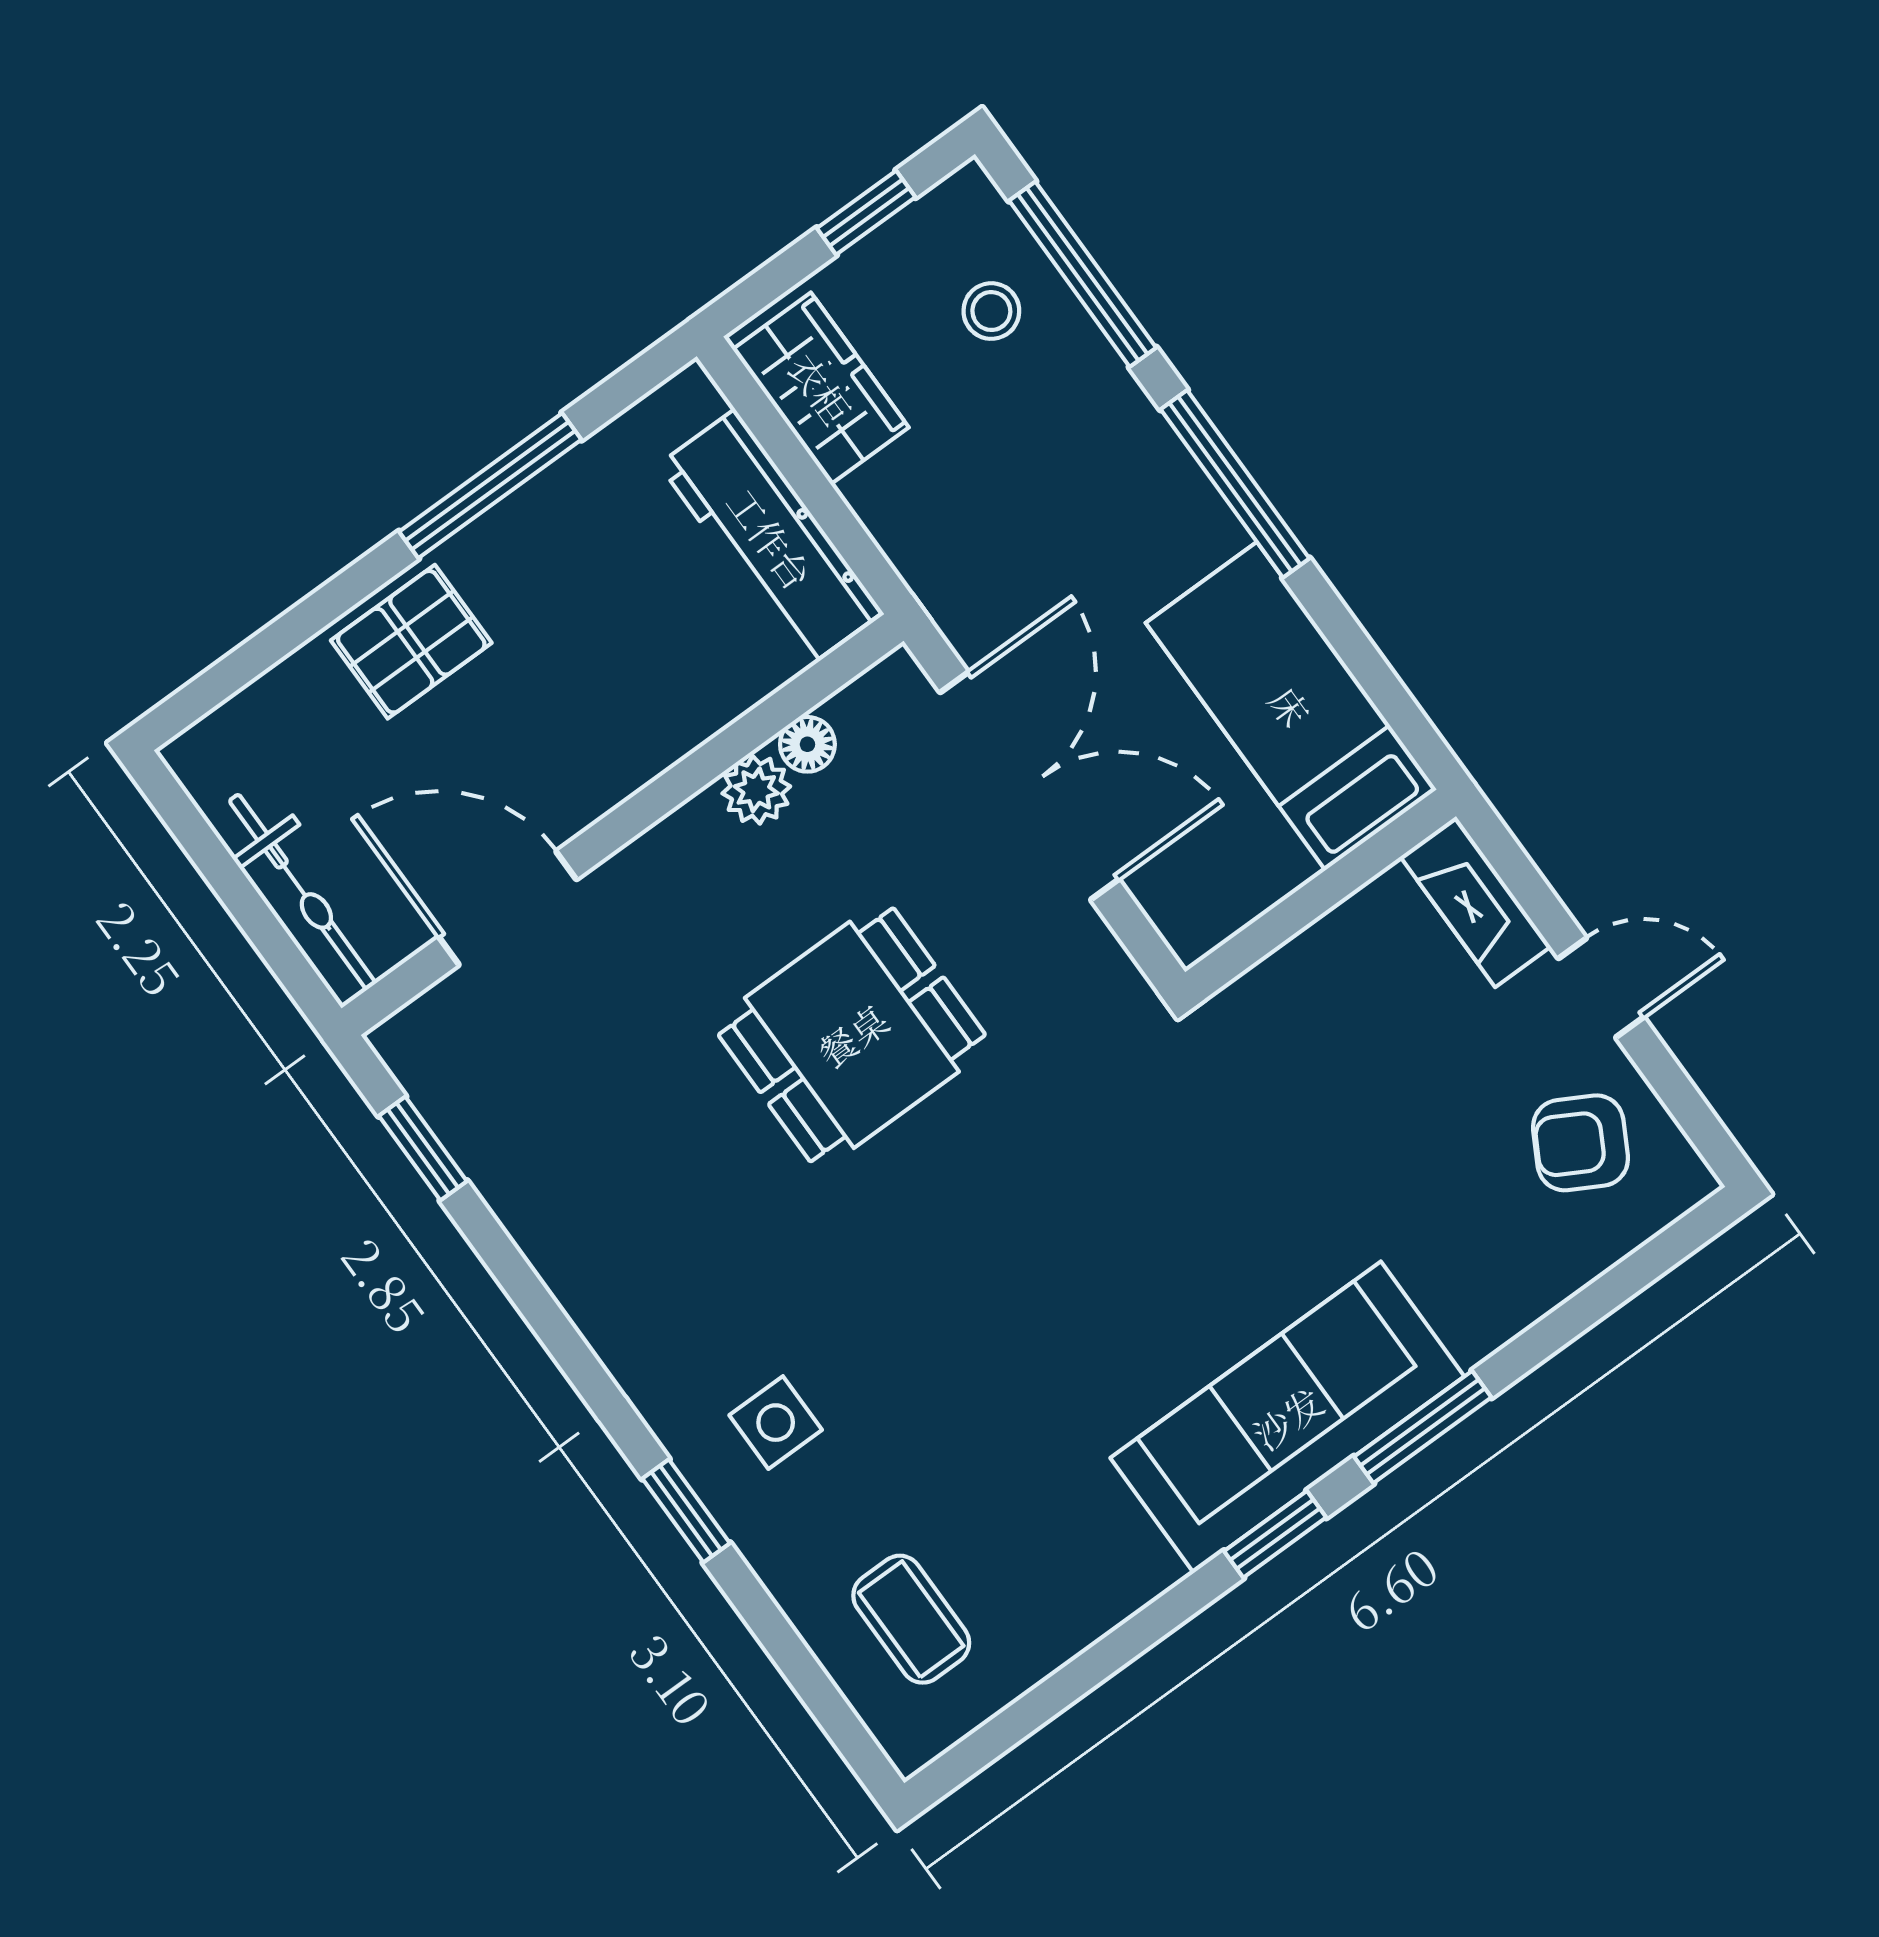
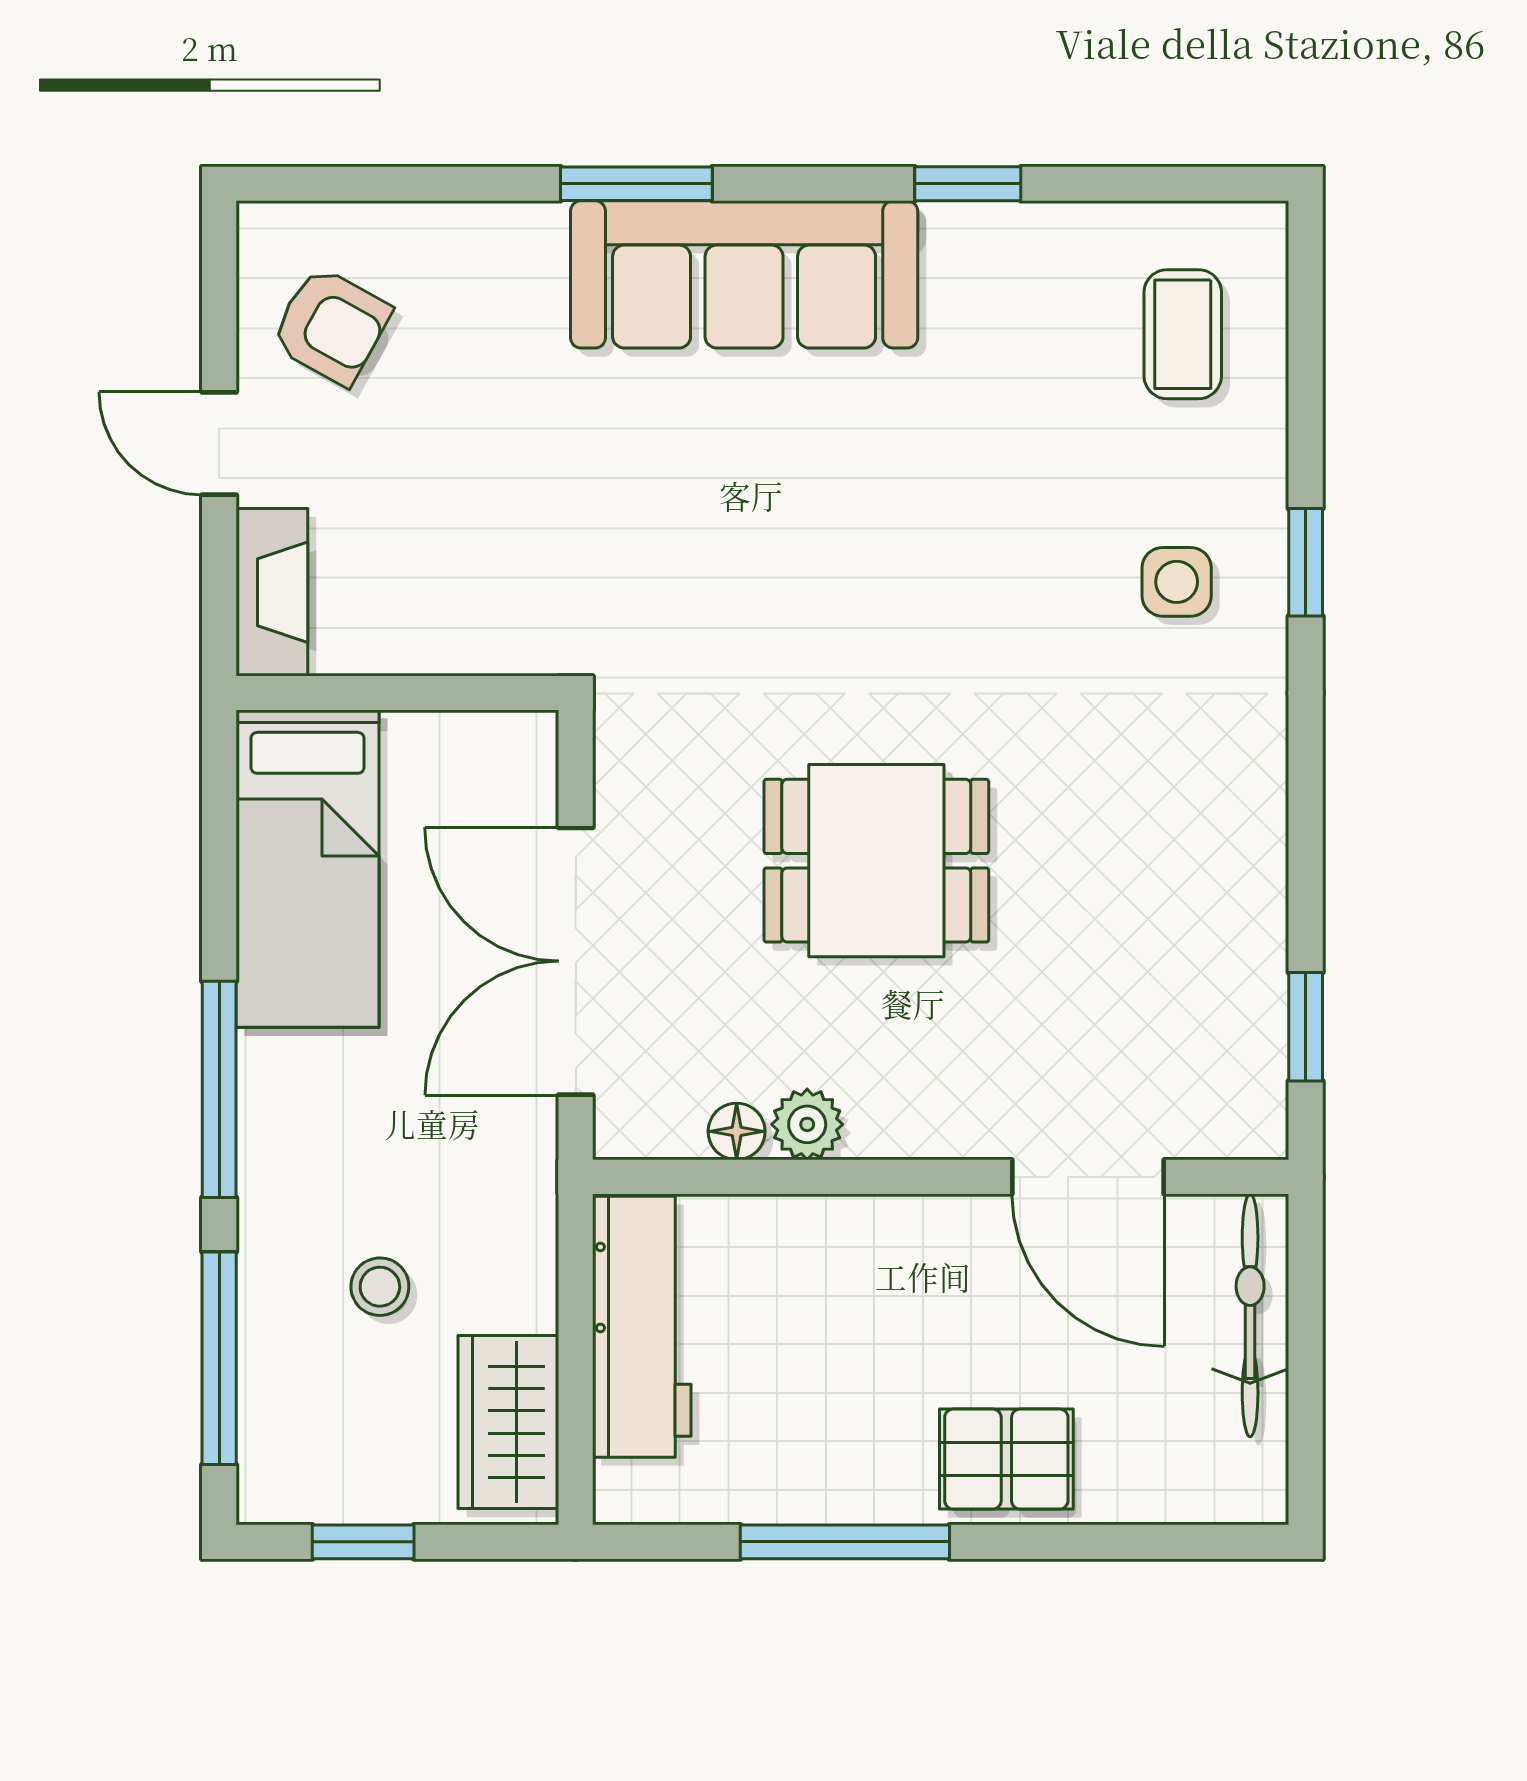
stool: (991, 311) -> (380, 1287), moved
window: (1275, 1534) -> (968, 184), moved

